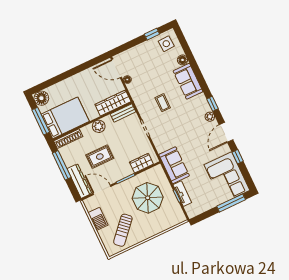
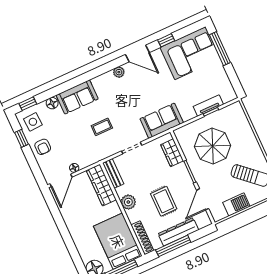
armchair: (145, 52) -> (43, 147), added
window: (212, 104) -> (28, 104), moved
sofa: (174, 165) -> (162, 121), moved
dresser: (79, 181) -> (178, 232), moved

